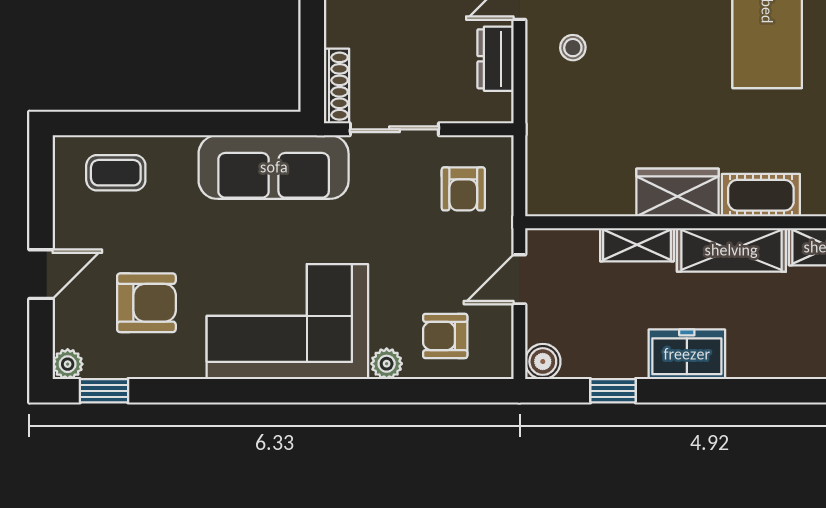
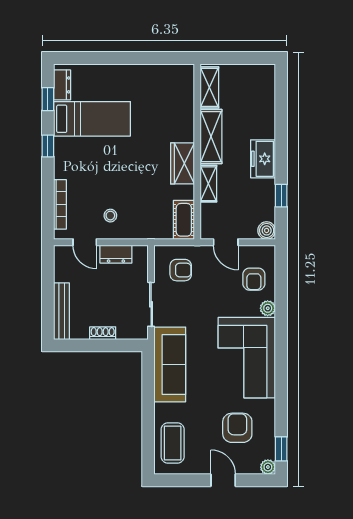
shoe rack: (336, 86) -> (103, 333), moved, width x0.70
coffee table: (116, 173) -> (173, 443), width x1.36, depth x1.30
cot: (761, 195) -> (184, 220), moved

